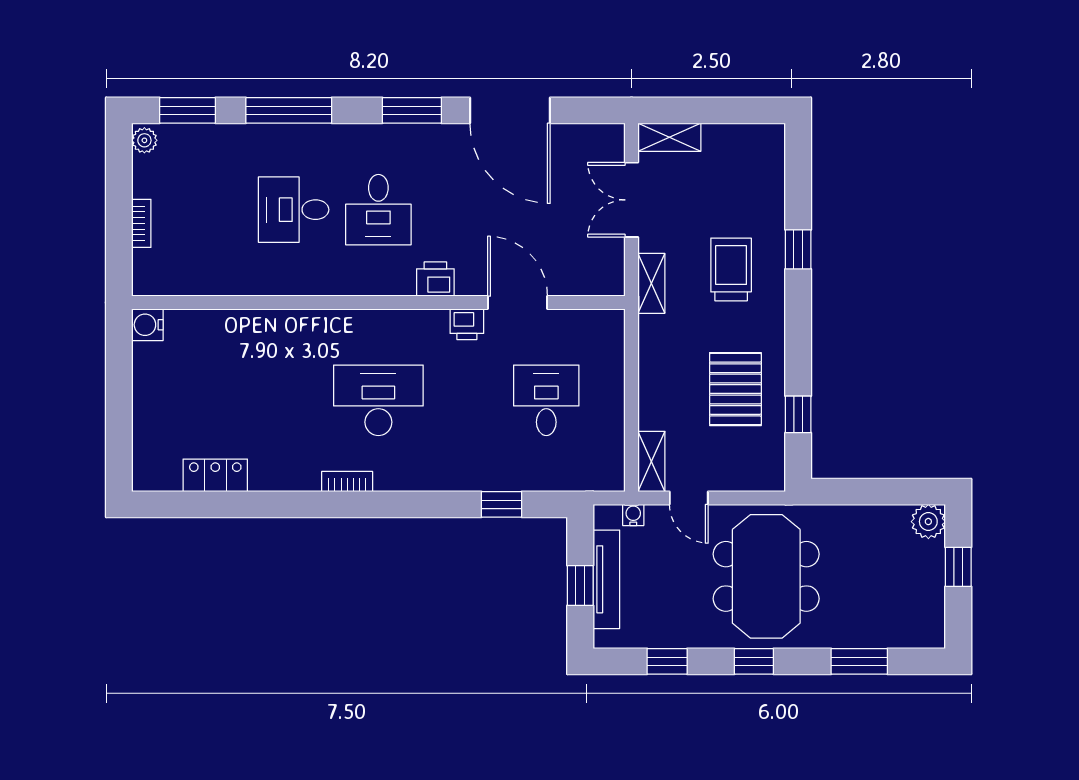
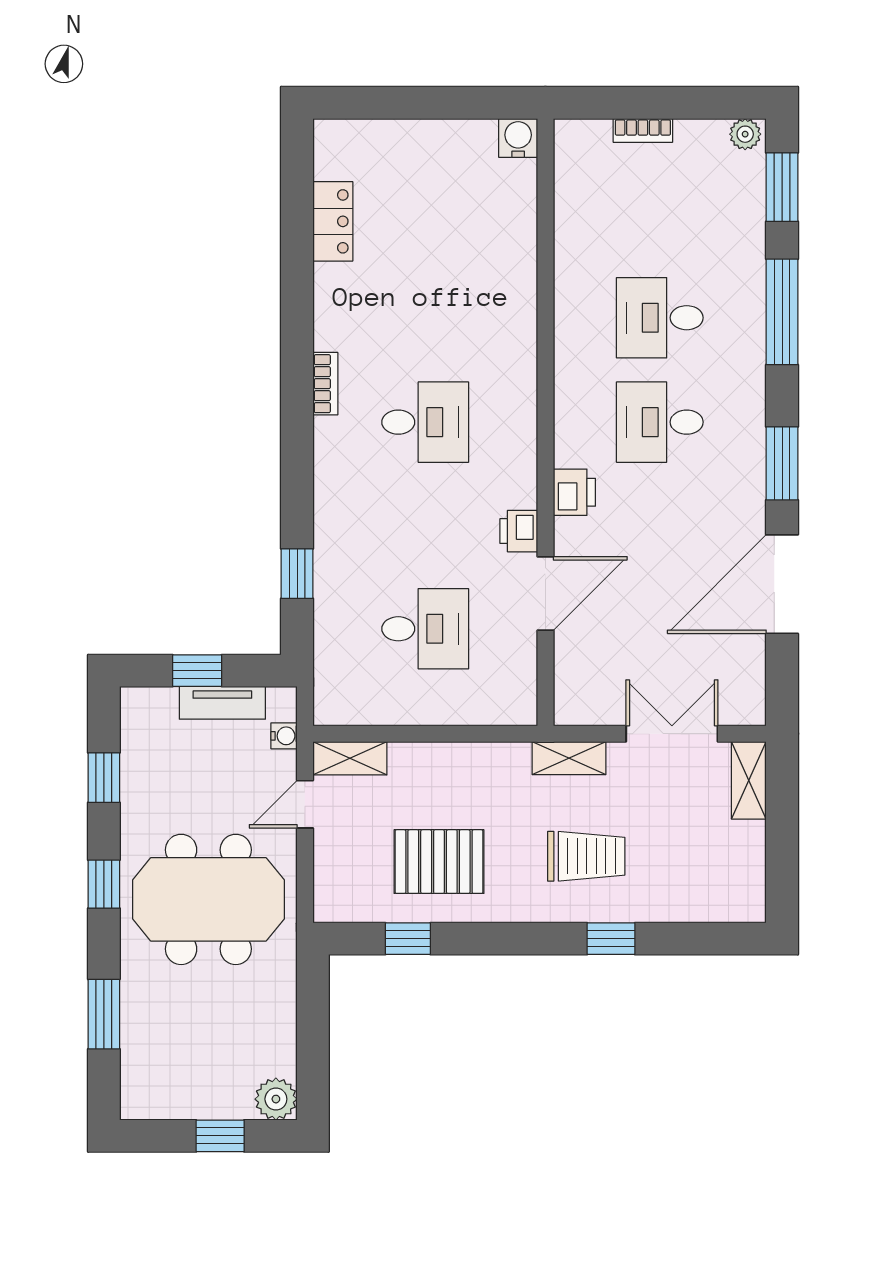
desk: (294, 210) -> (660, 318), turned -90
desk: (378, 400) -> (425, 422), width x0.73
tv unit: (606, 579) -> (222, 703), width x0.71

